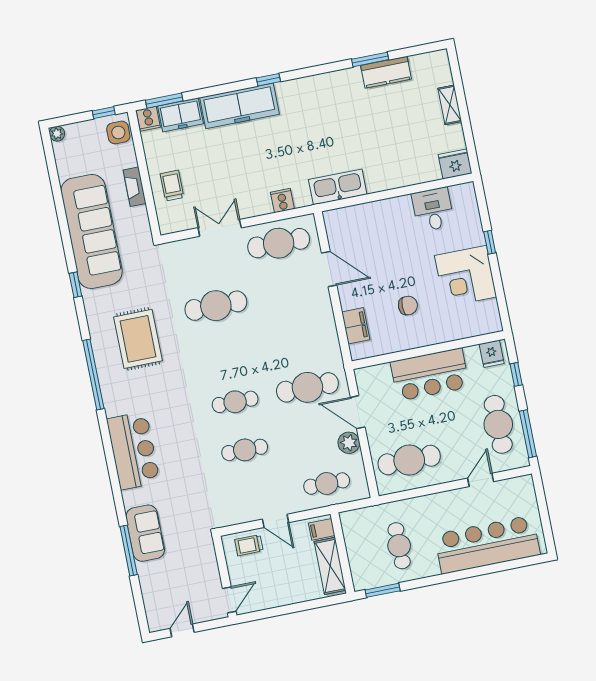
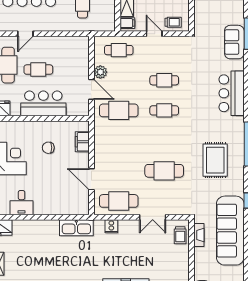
trolley: (172, 186) -> (180, 235), moved
fireplace: (135, 187) -> (199, 235), moved
cafe table: (409, 460) -> (38, 70), moved, width x0.73, depth x0.74

